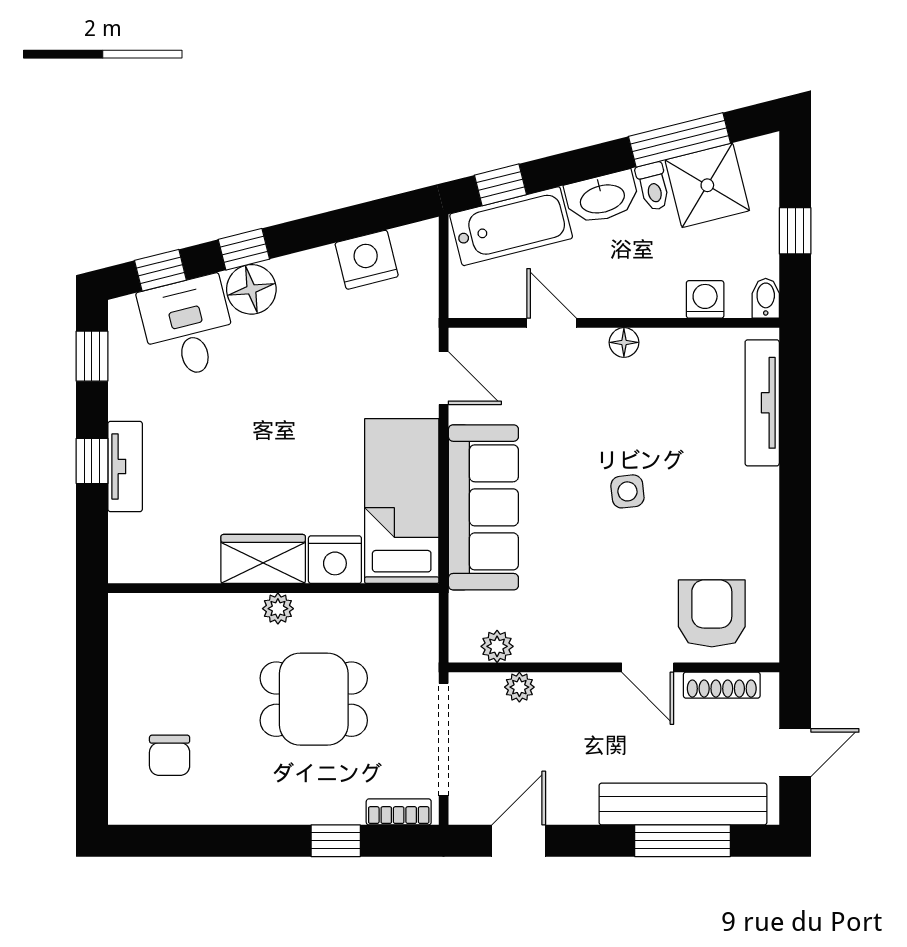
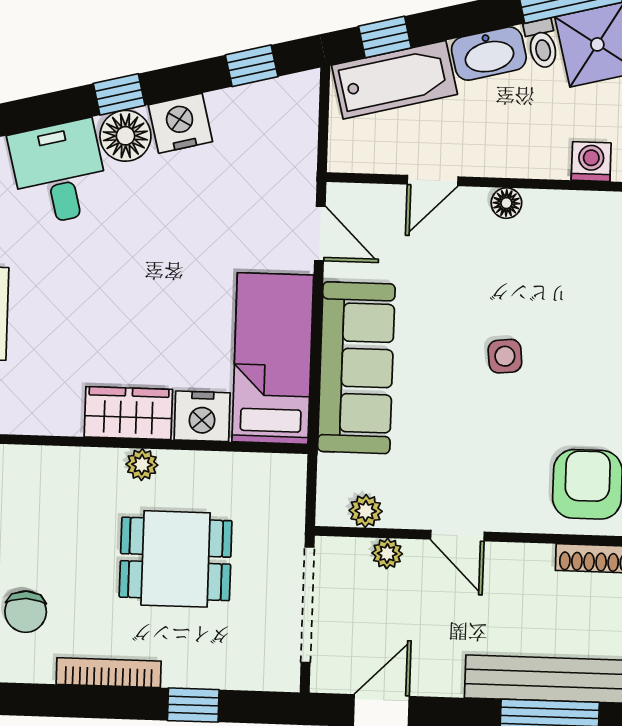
nightstand: (367, 260) -> (180, 123), moved
window: (160, 270) -> (252, 66), moved
door: (552, 323) -> (433, 181), swing flipped
door: (648, 667) -> (457, 536), moved
bookcase: (399, 812) -> (109, 673), moved, width x1.56

